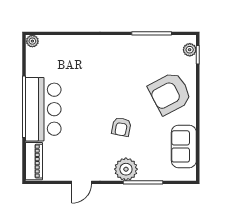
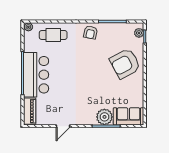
cafe table: (68, 53) -> (53, 35), added
armchair: (121, 127) -> (90, 32), moved
sofa: (184, 146) -> (129, 116), moved, turned 90
plant: (126, 169) -> (104, 117), moved

